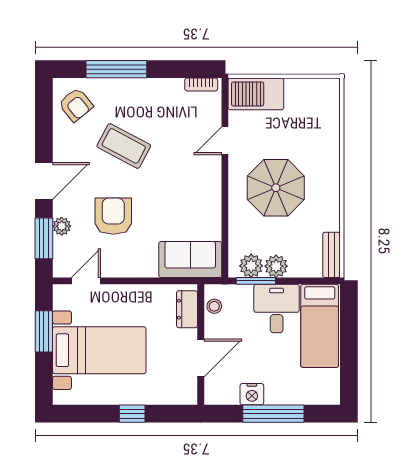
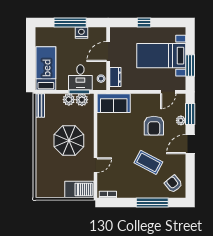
desk: (277, 309) -> (80, 77), moved

